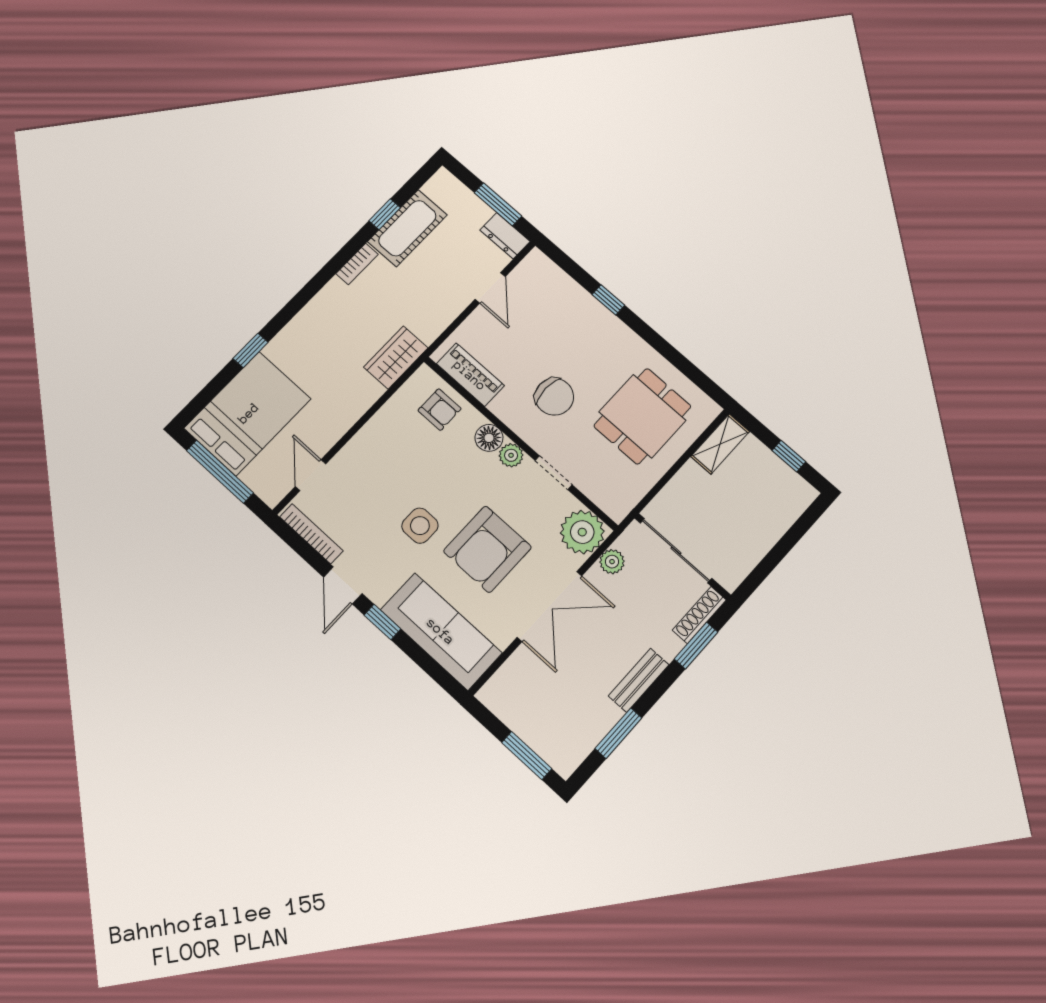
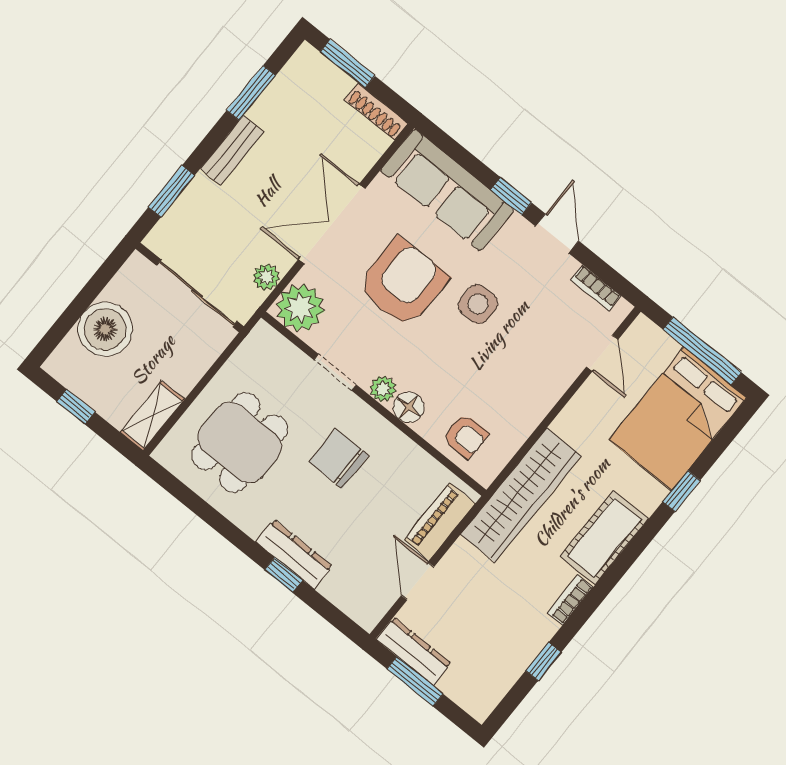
cot: (407, 228) -> (604, 538), moved
dresser: (505, 236) -> (413, 651), width x1.44
dresser: (598, 317) -> (294, 554), added
wardrobe: (396, 357) -> (521, 495), width x2.10, depth x1.17
piano: (470, 375) -> (440, 522), moved, turned 90
armchair: (440, 410) -> (465, 436), turned 180
boiler: (761, 523) -> (105, 329), added
bookcase: (311, 534) -> (596, 288), width x0.64
shoe rack: (699, 615) -> (376, 112), moved, turned 90

